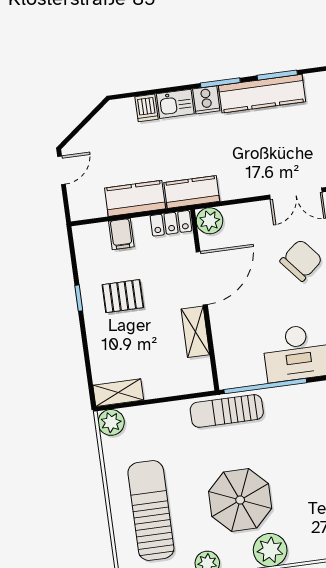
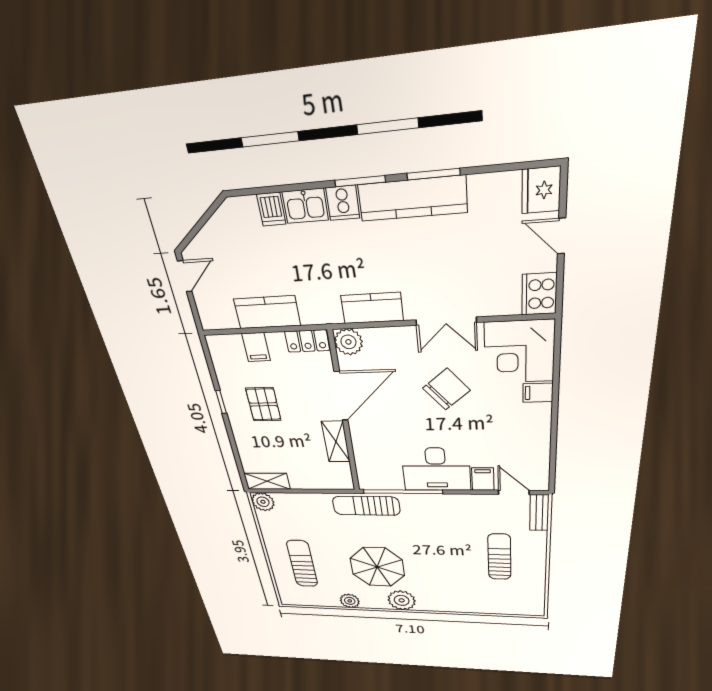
kitchen counter: (192, 192) -> (372, 308), moved
pallet: (123, 296) -> (263, 404), turned 90
sun lounger: (151, 510) -> (302, 564), width x0.73, depth x0.75

